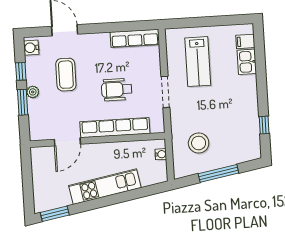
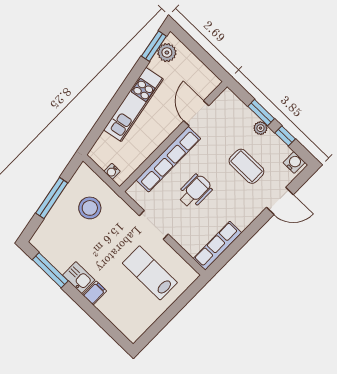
filing cabinet: (245, 41) -> (95, 293), moved
kitchen sink: (247, 62) -> (79, 278), moved
window: (264, 125) -> (50, 270), width x2.17
plant: (50, 201) -> (167, 53), added

